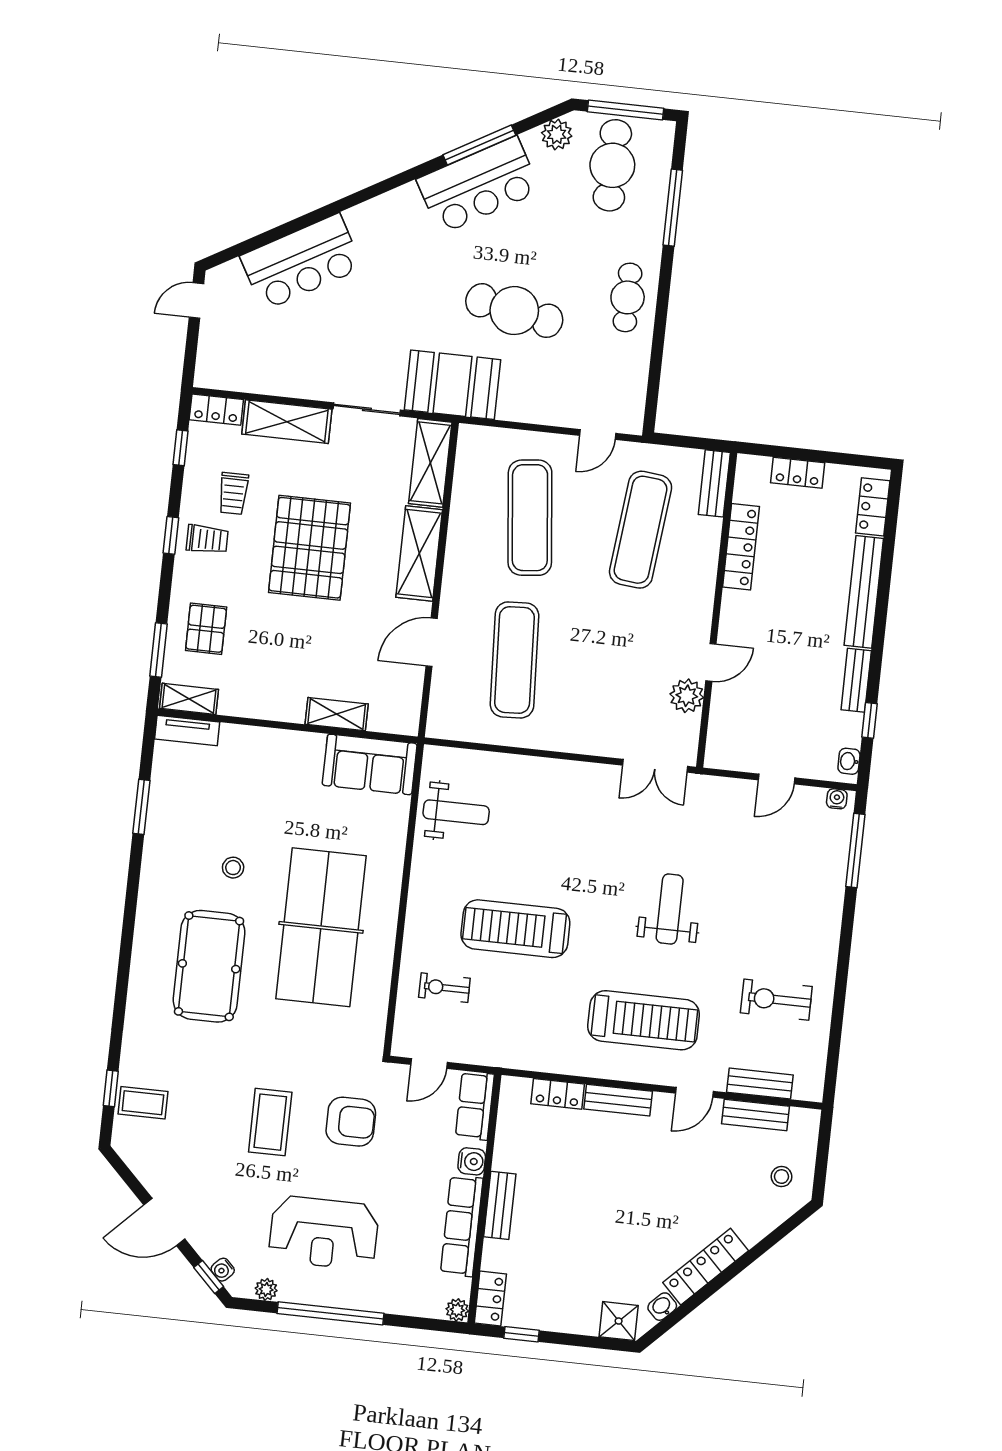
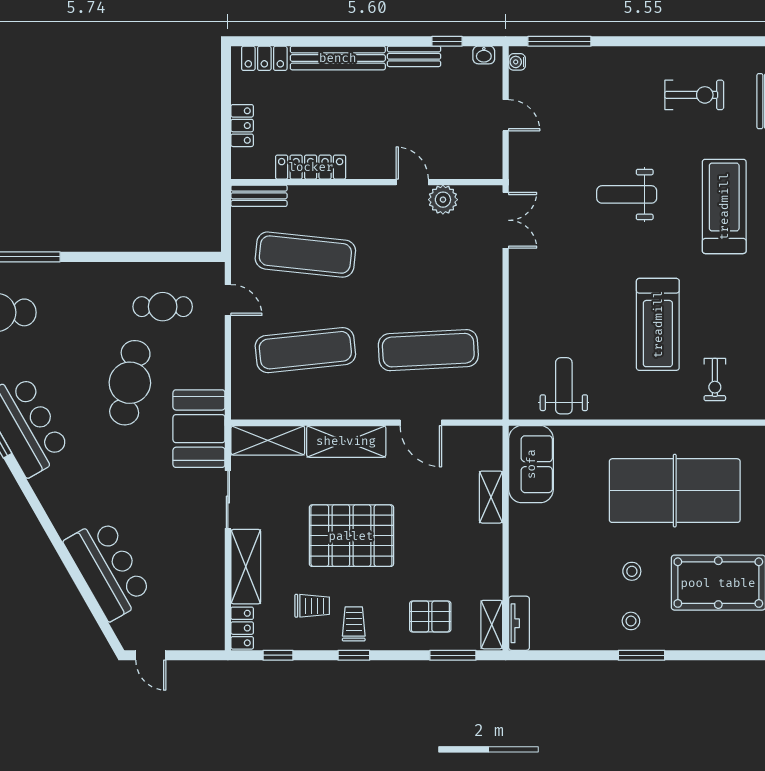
cafe table: (628, 297) -> (163, 307), moved
window: (141, 807) -> (642, 655), moved
stool: (176, 860) -> (631, 621), added
exercise bike: (776, 1000) -> (694, 95), turned -90

